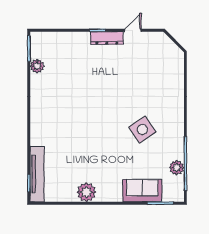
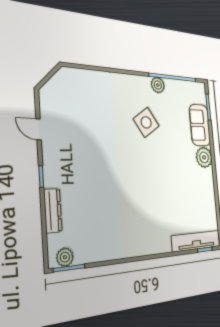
dresser: (107, 38) -> (53, 211), moved
plant: (37, 66) -> (65, 257), moved
plant: (177, 168) -> (158, 85), moved
plant: (86, 192) -> (204, 157), moved

